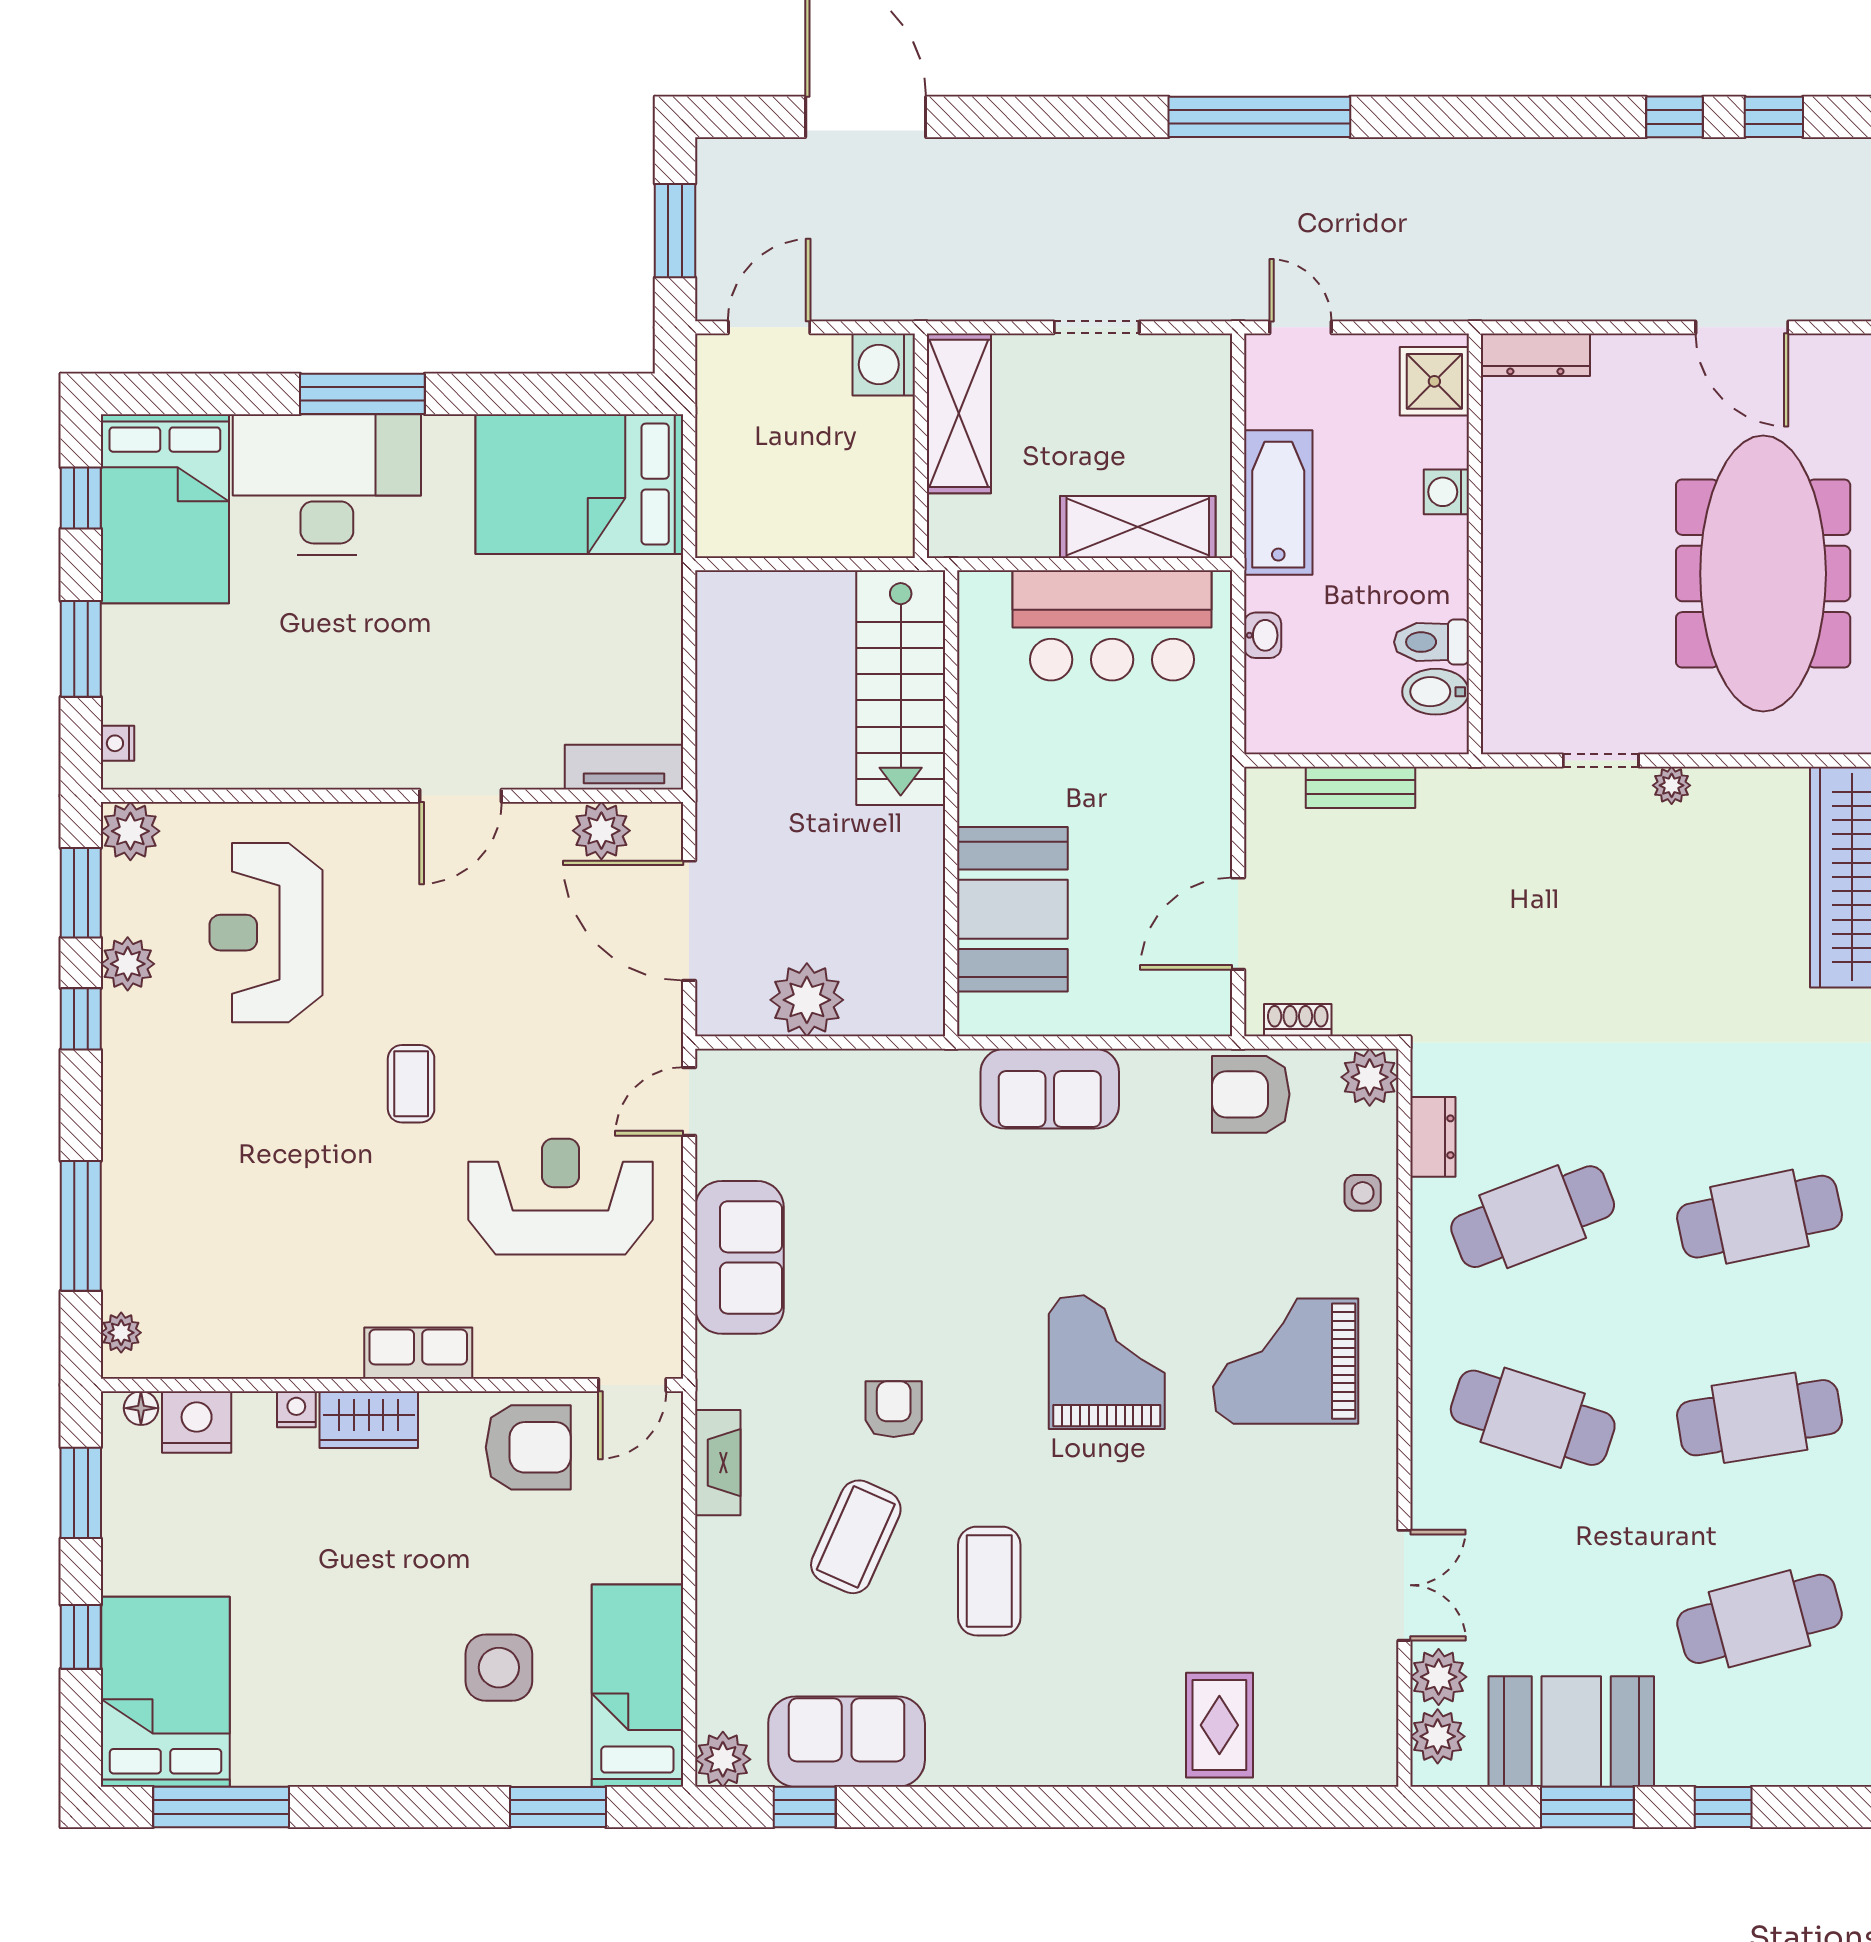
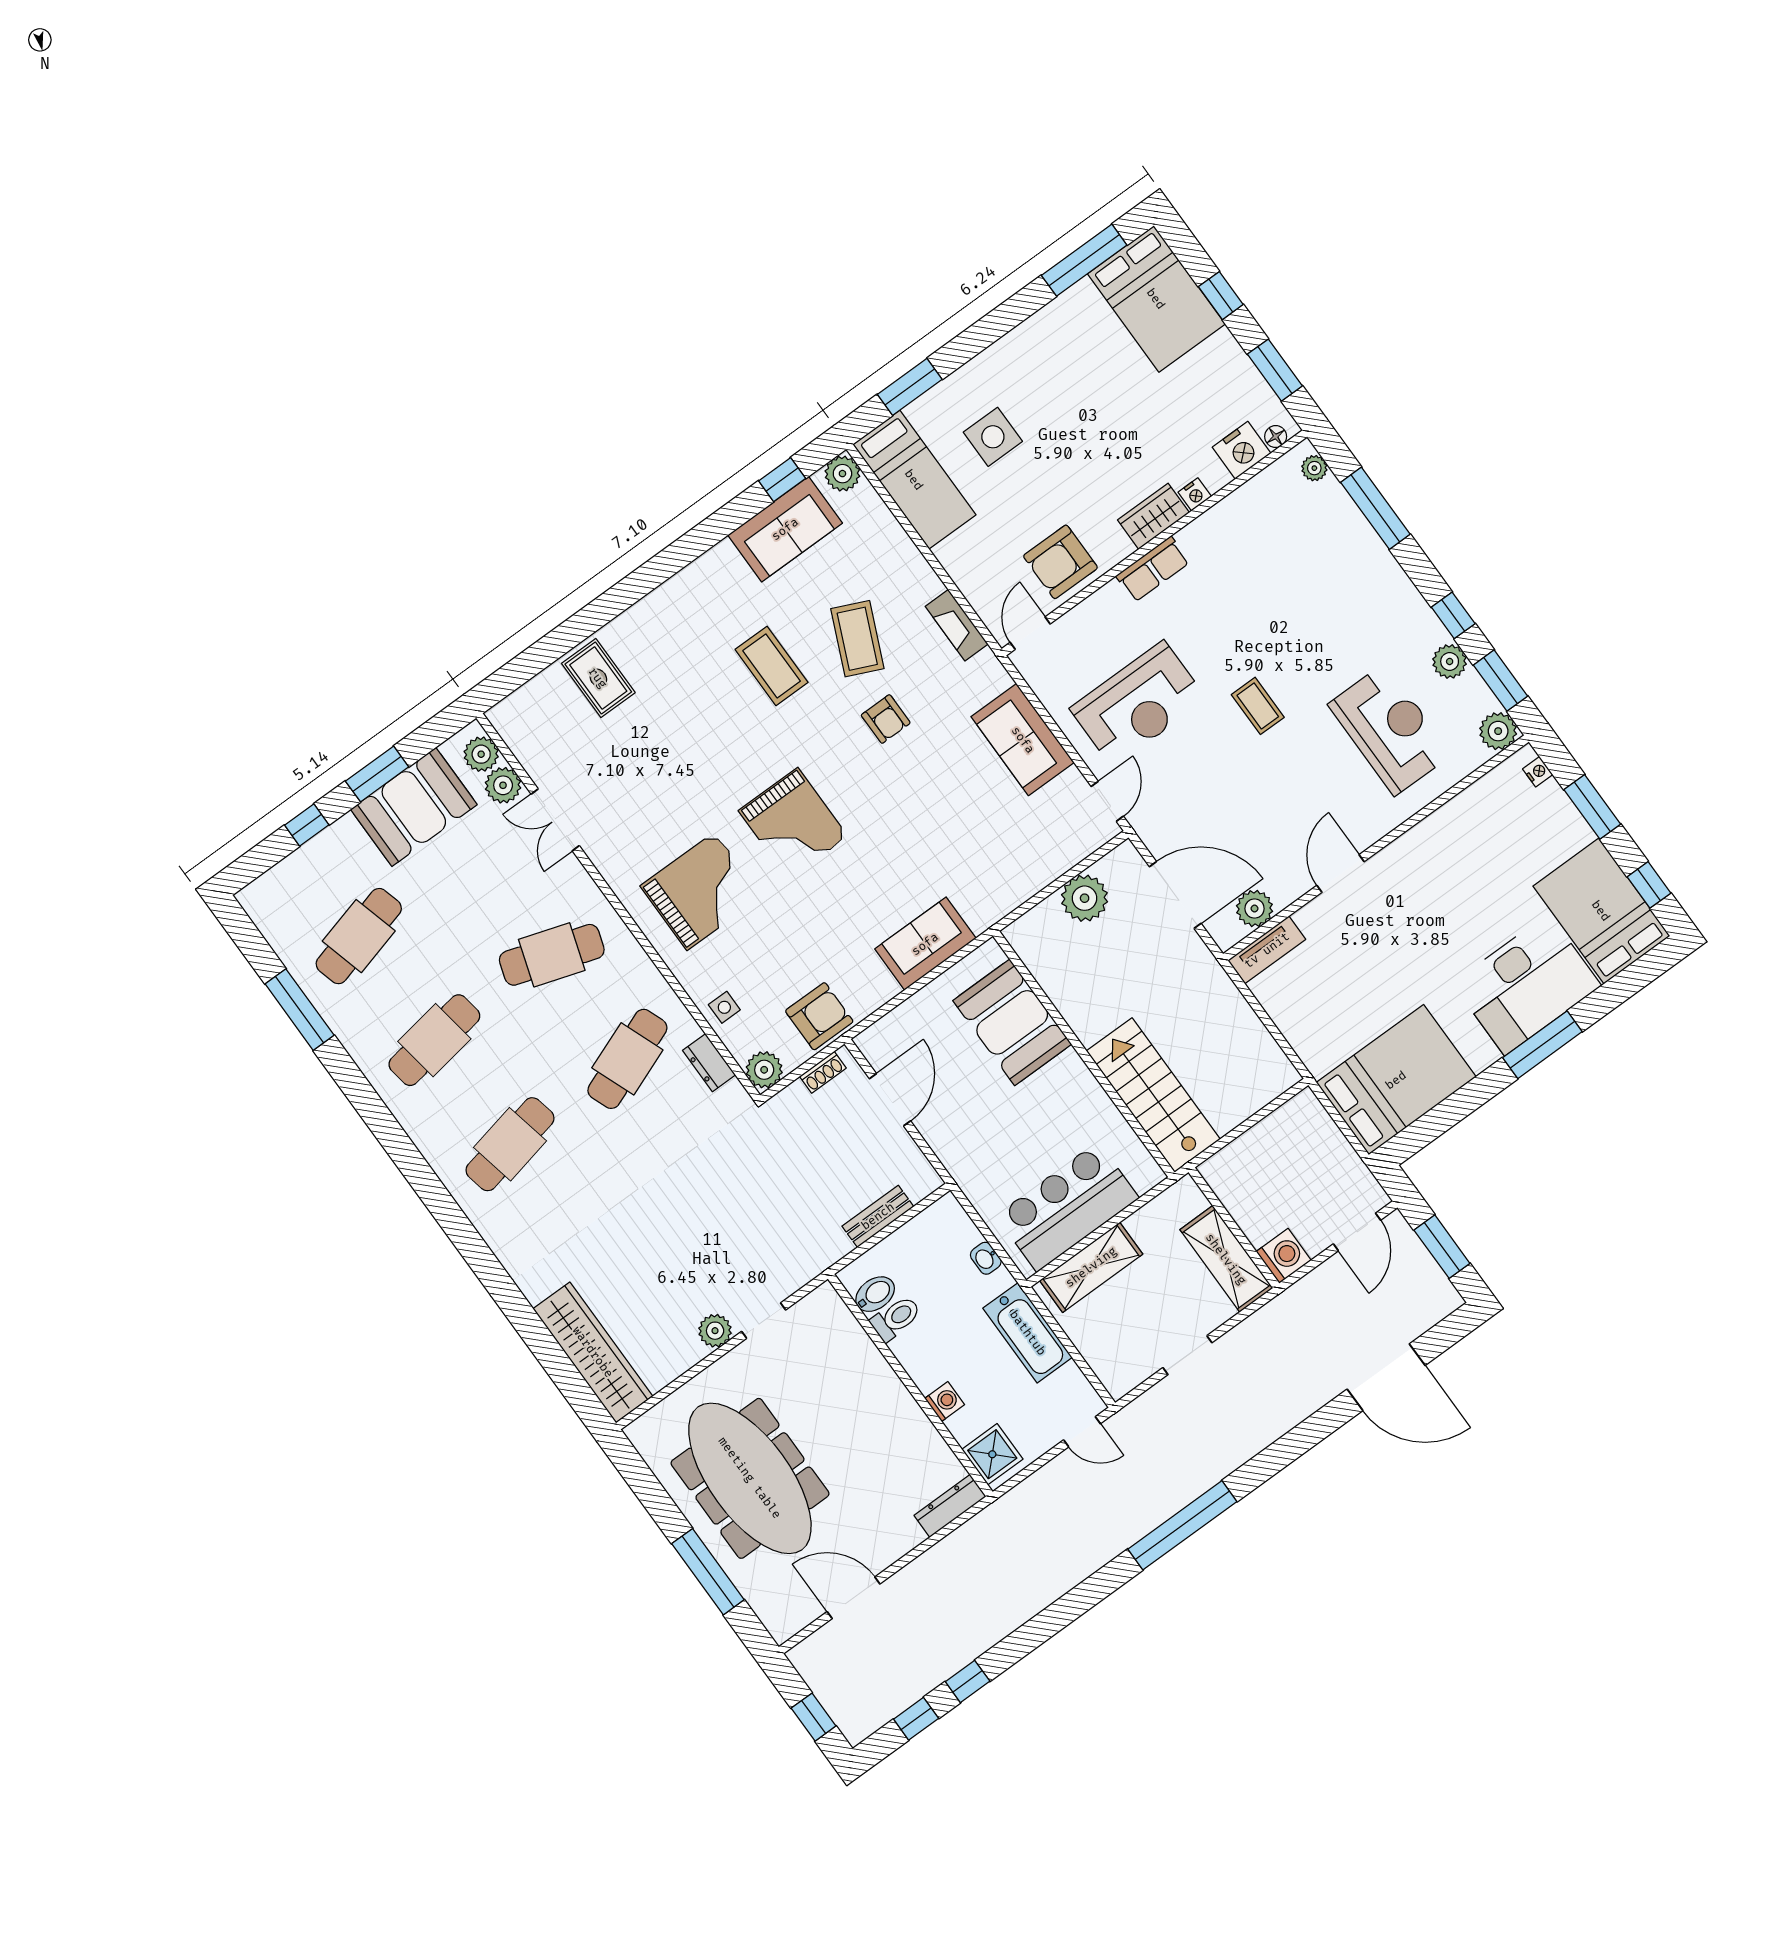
plant: (1672, 785) -> (715, 1331), width x1.38, depth x1.38

